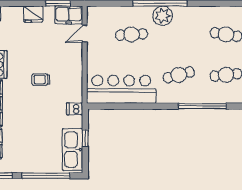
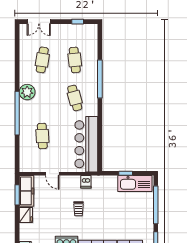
freezer: (69, 15) -> (27, 191), width x1.40
plant: (163, 16) -> (27, 92), moved
door: (85, 34) -> (52, 174), moved
dishwasher: (75, 109) -> (86, 182), moved

